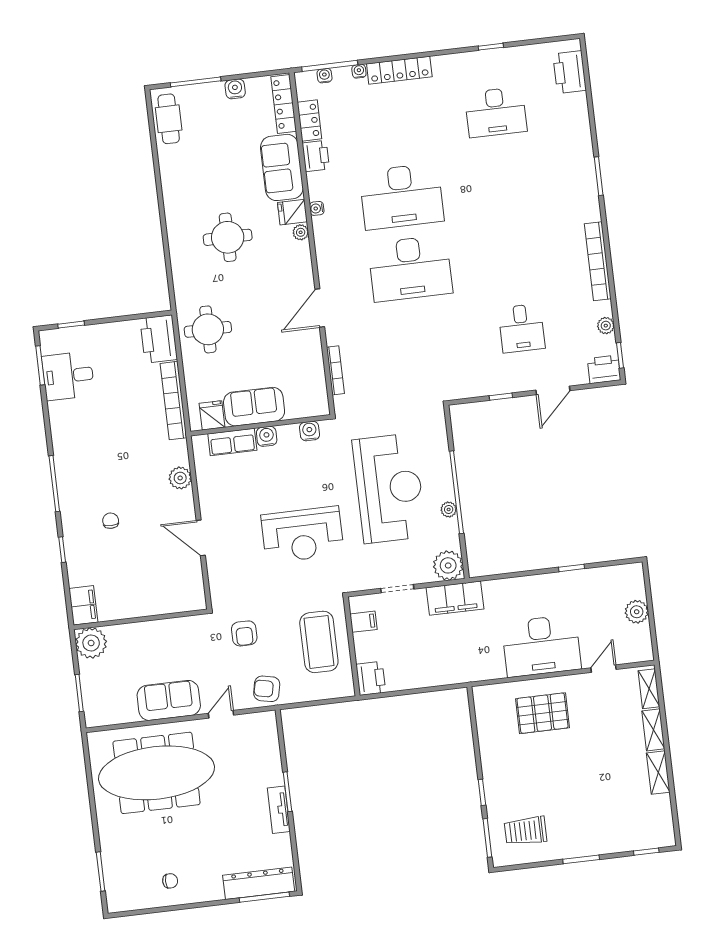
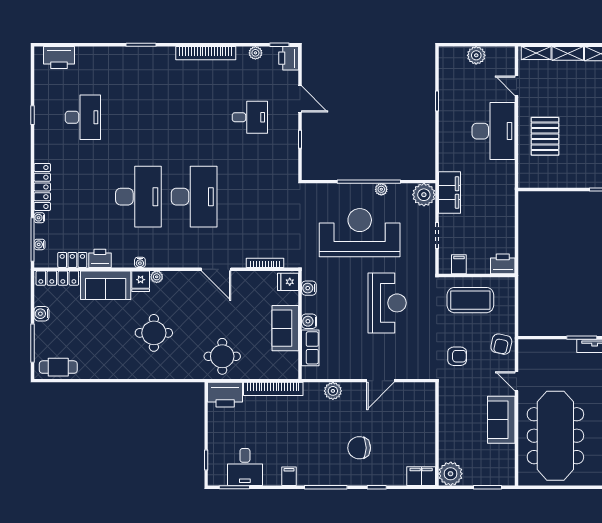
fridge: (212, 415) -> (288, 282), moved
filing cabinet: (63, 434) -> (289, 476), added
chair: (111, 521) -> (359, 448), width x1.87, depth x1.87

